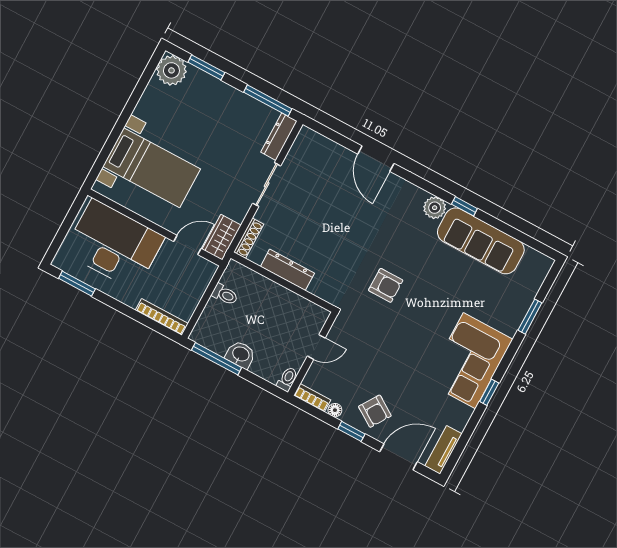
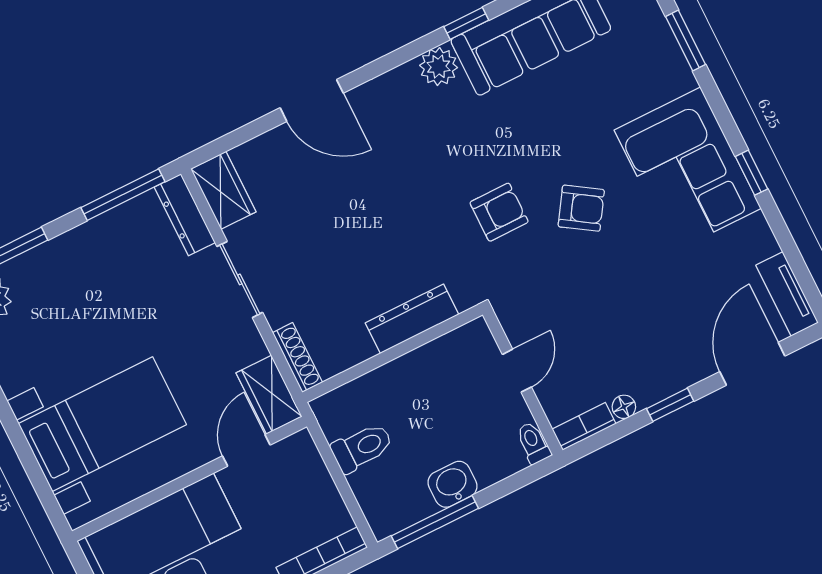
wardrobe: (303, 147) -> (223, 190), added
dresser: (287, 270) -> (412, 319), moved
toilet: (225, 294) -> (362, 448), width x1.37, depth x1.39
armchair: (375, 411) -> (581, 208), moved

